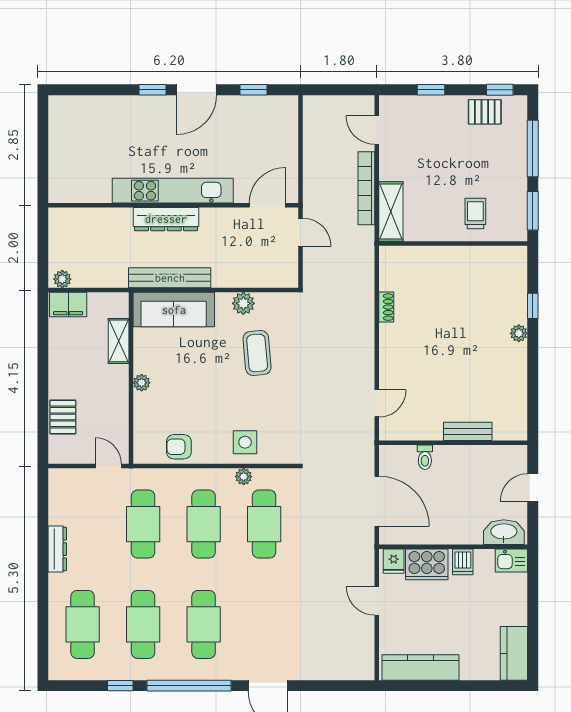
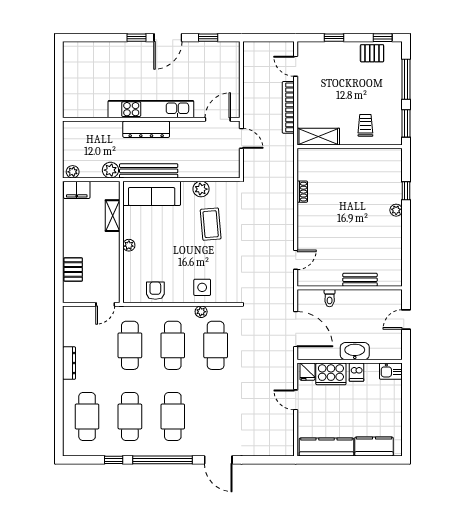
shelving: (391, 212) -> (318, 137), moved, turned 90
plant: (116, 277) -> (110, 170), added
armchair: (179, 447) -> (155, 291), turned 90
door: (108, 466) -> (105, 304), swing flipped
washbasin: (504, 532) -> (355, 351), moved
kitchen counter: (514, 653) -> (374, 446), moved, turned 90

